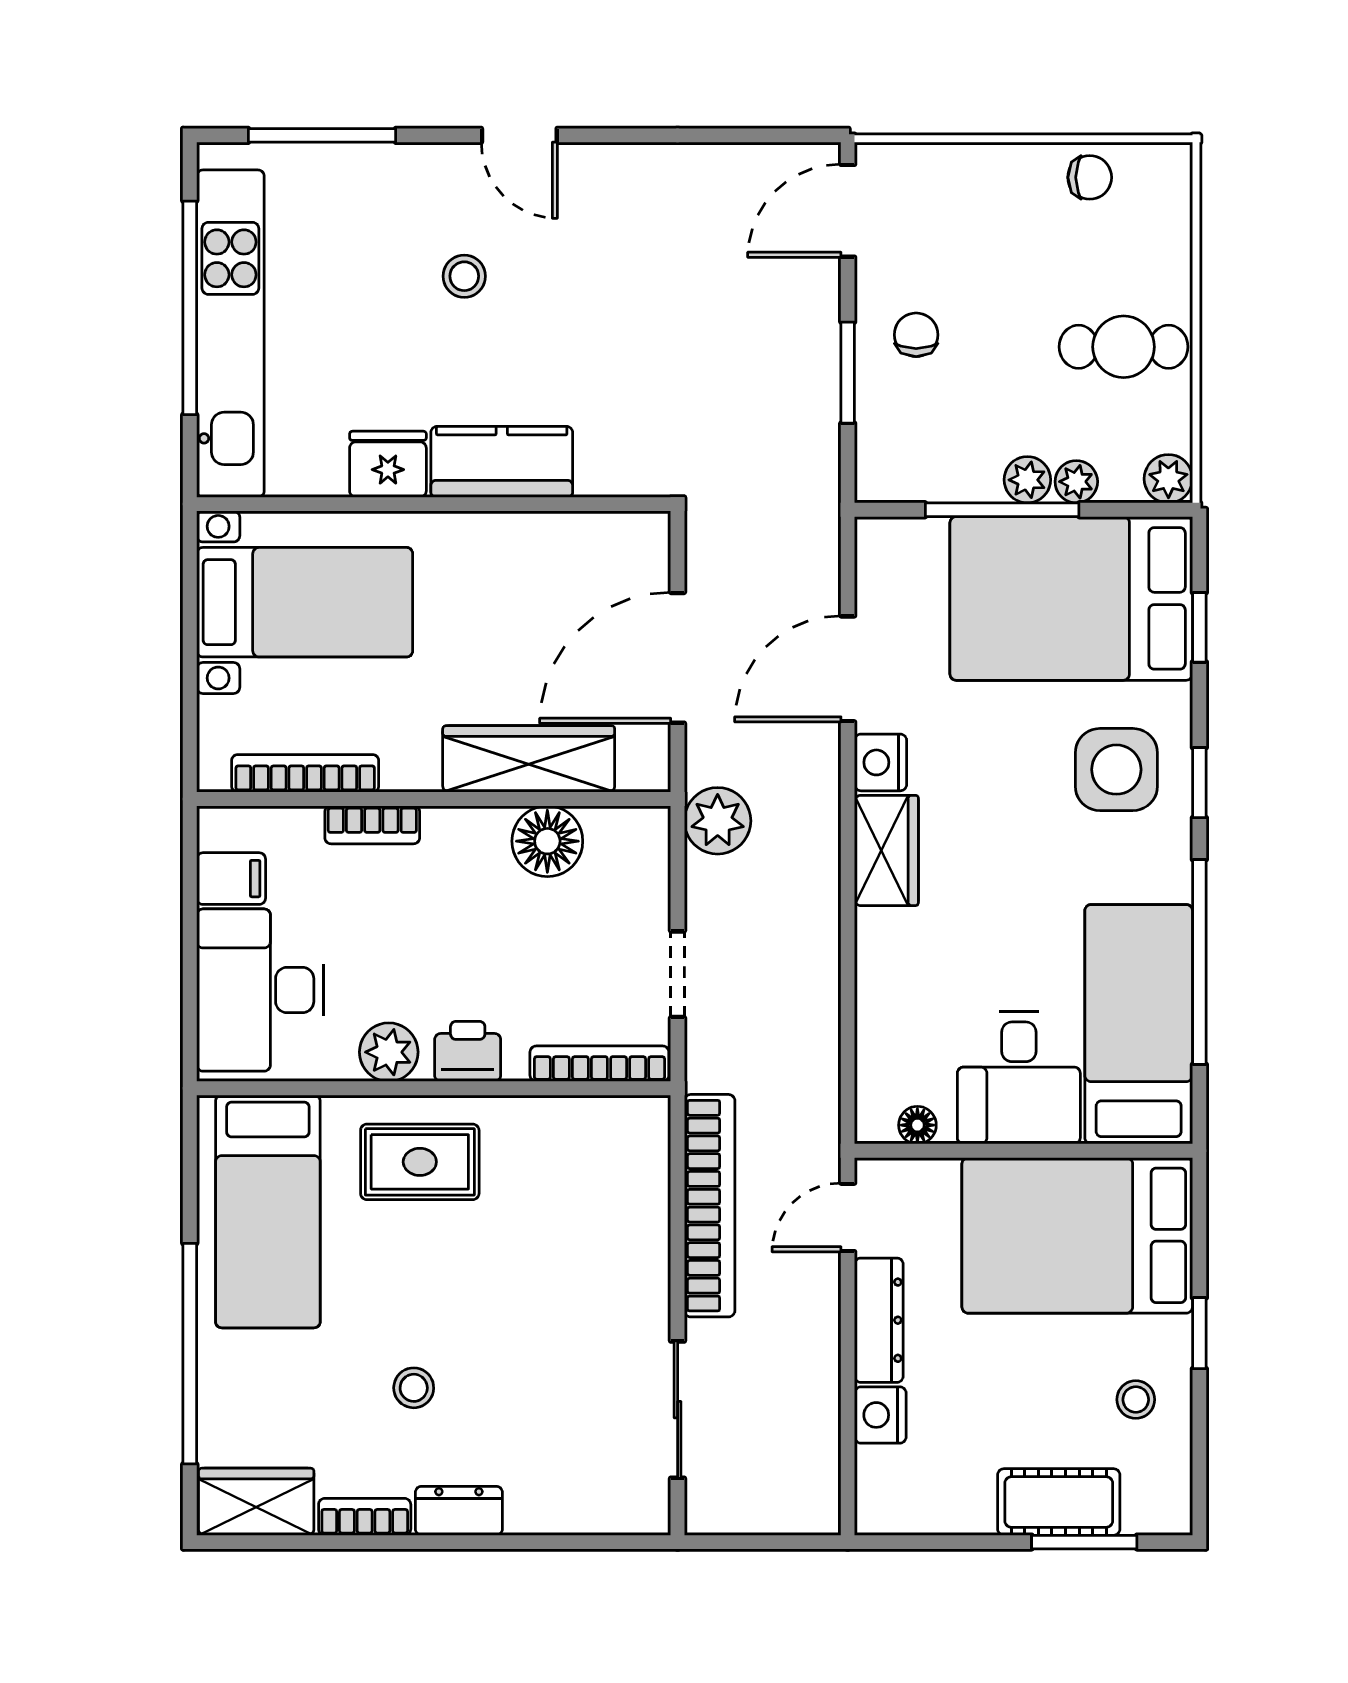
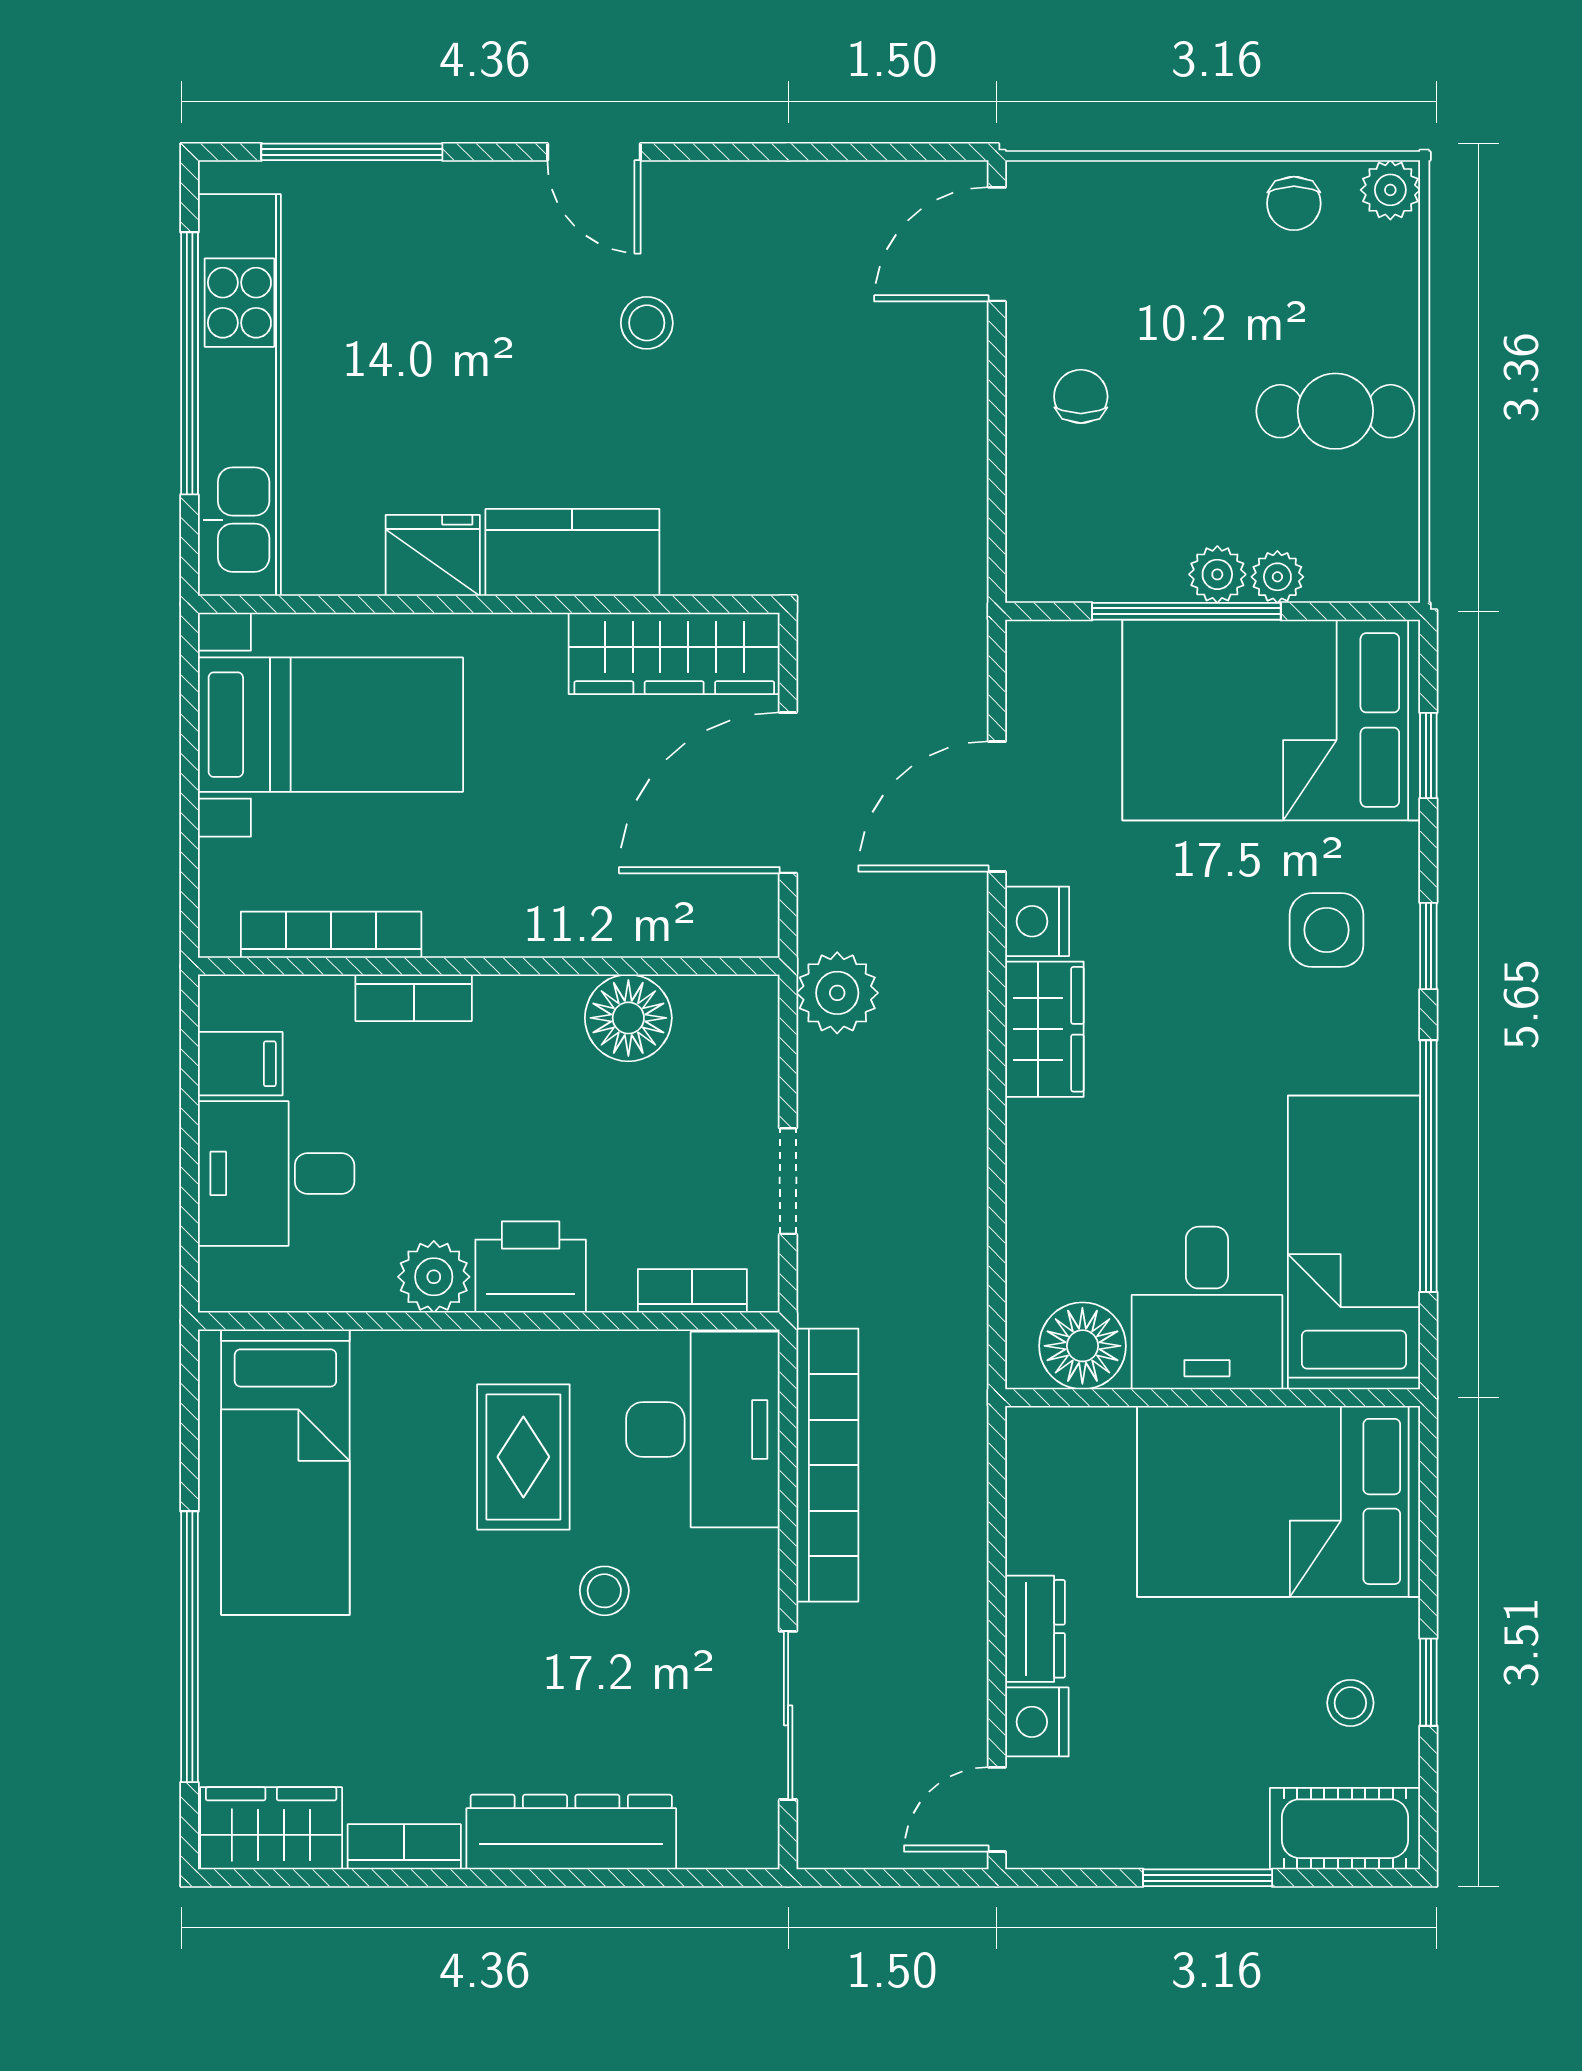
chair: (1090, 177) -> (1294, 203), turned 90
stool: (464, 276) -> (647, 323), moved
window: (848, 373) -> (997, 443), removed
plant: (1168, 479) -> (1390, 190), moved
wardrobe: (529, 759) -> (674, 653), moved, turned 180
side table: (1116, 770) -> (1327, 930), width x0.73, depth x0.73
desk: (260, 990) -> (276, 1173), width x0.73
printer: (468, 1051) -> (531, 1267), width x1.36, depth x1.24
bookcase: (599, 1064) -> (692, 1291), width x0.64
floor lamp: (917, 1125) -> (1082, 1346), width x1.89, depth x1.89
rug: (420, 1162) -> (523, 1457), moved, turned 90
desk: (608, 1177) -> (703, 1429), added
door: (848, 1217) -> (997, 1809), moved
dresser: (879, 1320) -> (1035, 1629), width x0.70
window: (1199, 1333) -> (1428, 1682), moved
stool: (414, 1388) -> (604, 1591), moved
cot: (1059, 1502) -> (1345, 1829), moved
dresser: (459, 1511) -> (571, 1832), width x1.96, depth x1.24
window: (1084, 1542) -> (1208, 1878), moved

